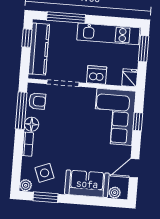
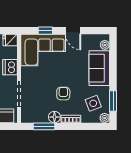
armchair: (37, 101) -> (63, 94), moved
window: (21, 111) -> (44, 126), width x0.69
door: (134, 168) -> (73, 31), moved

